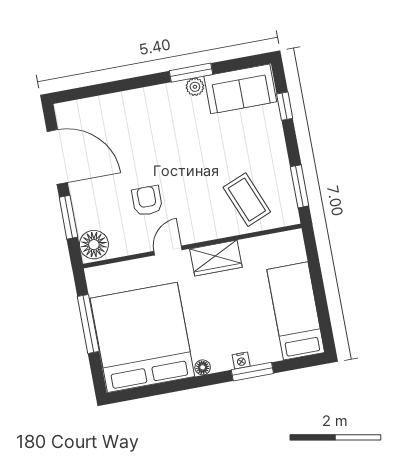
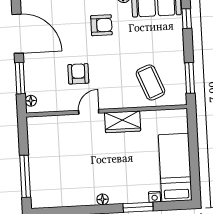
armchair: (170, 130) -> (101, 25), added
floor lamp: (94, 245) -> (31, 101), width x0.53, depth x0.53
window: (88, 324) -> (25, 176), moved
bed: (142, 337) -> (62, 172), removed
nightstand: (241, 360) -> (155, 197), moved

